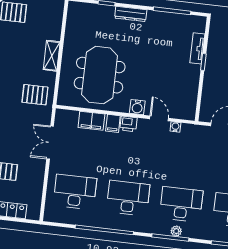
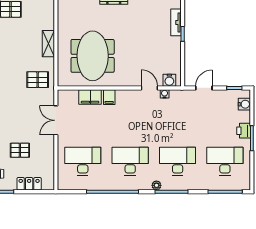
water cooler: (137, 107) -> (169, 80), moved
printer: (128, 124) -> (123, 96), removed
plant: (176, 231) -> (156, 185), moved

